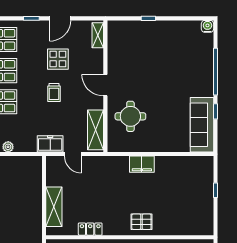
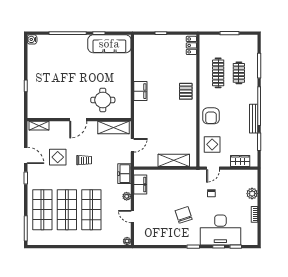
freezer: (50, 144) -> (124, 174), moved
filing cabinet: (23, 164) -> (140, 185), added
locker: (90, 229) -> (191, 45), moved

